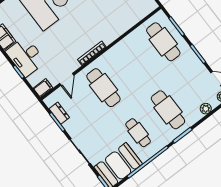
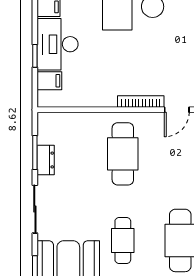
door: (67, 79) -> (177, 110), moved
filing cabinet: (43, 88) -> (49, 81), moved
dresser: (59, 113) -> (46, 160), moved

